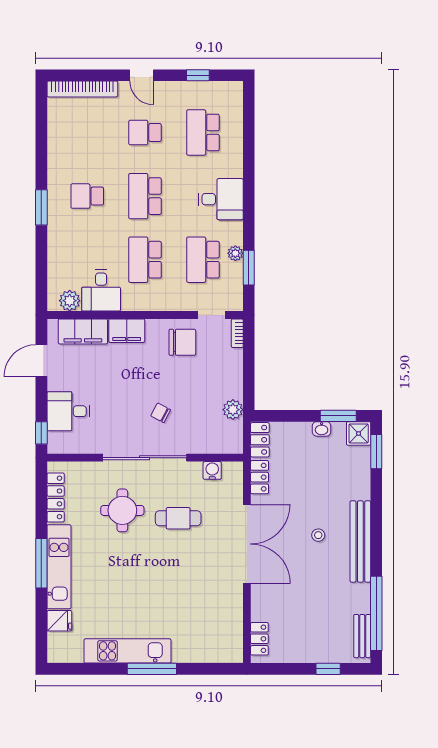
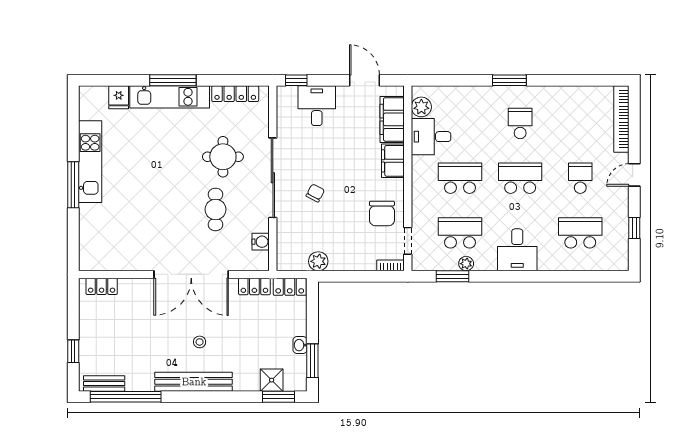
shower: (359, 433) -> (272, 380), moved

